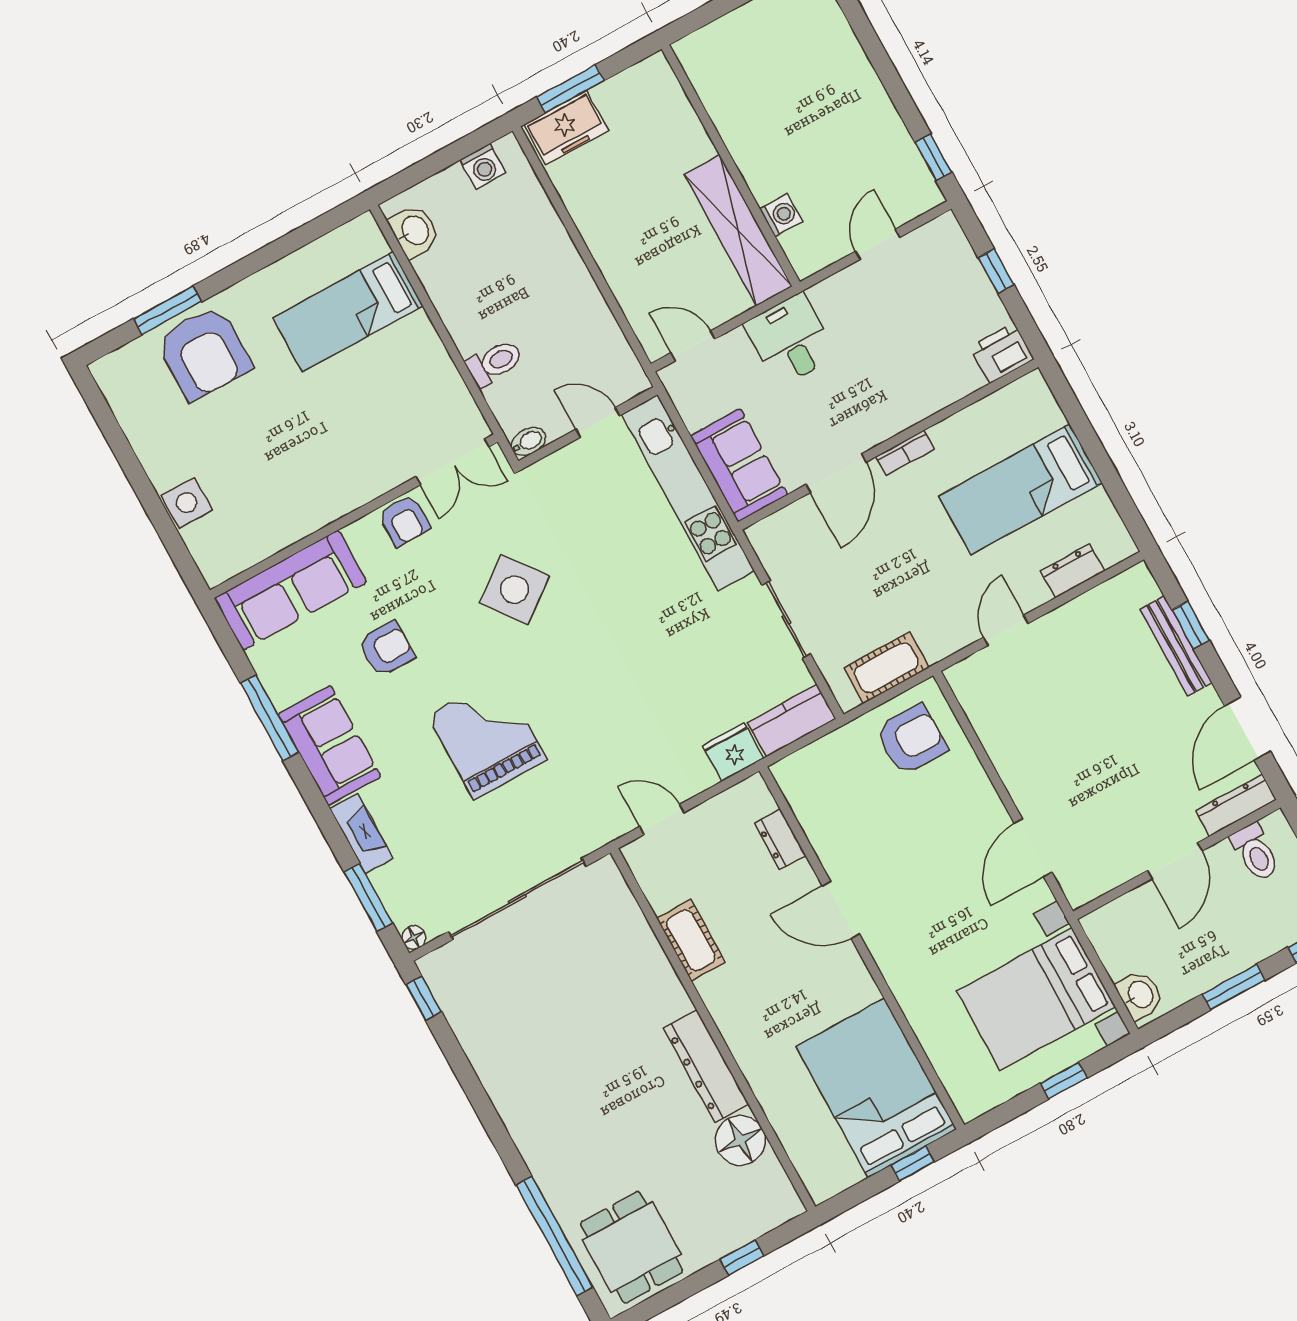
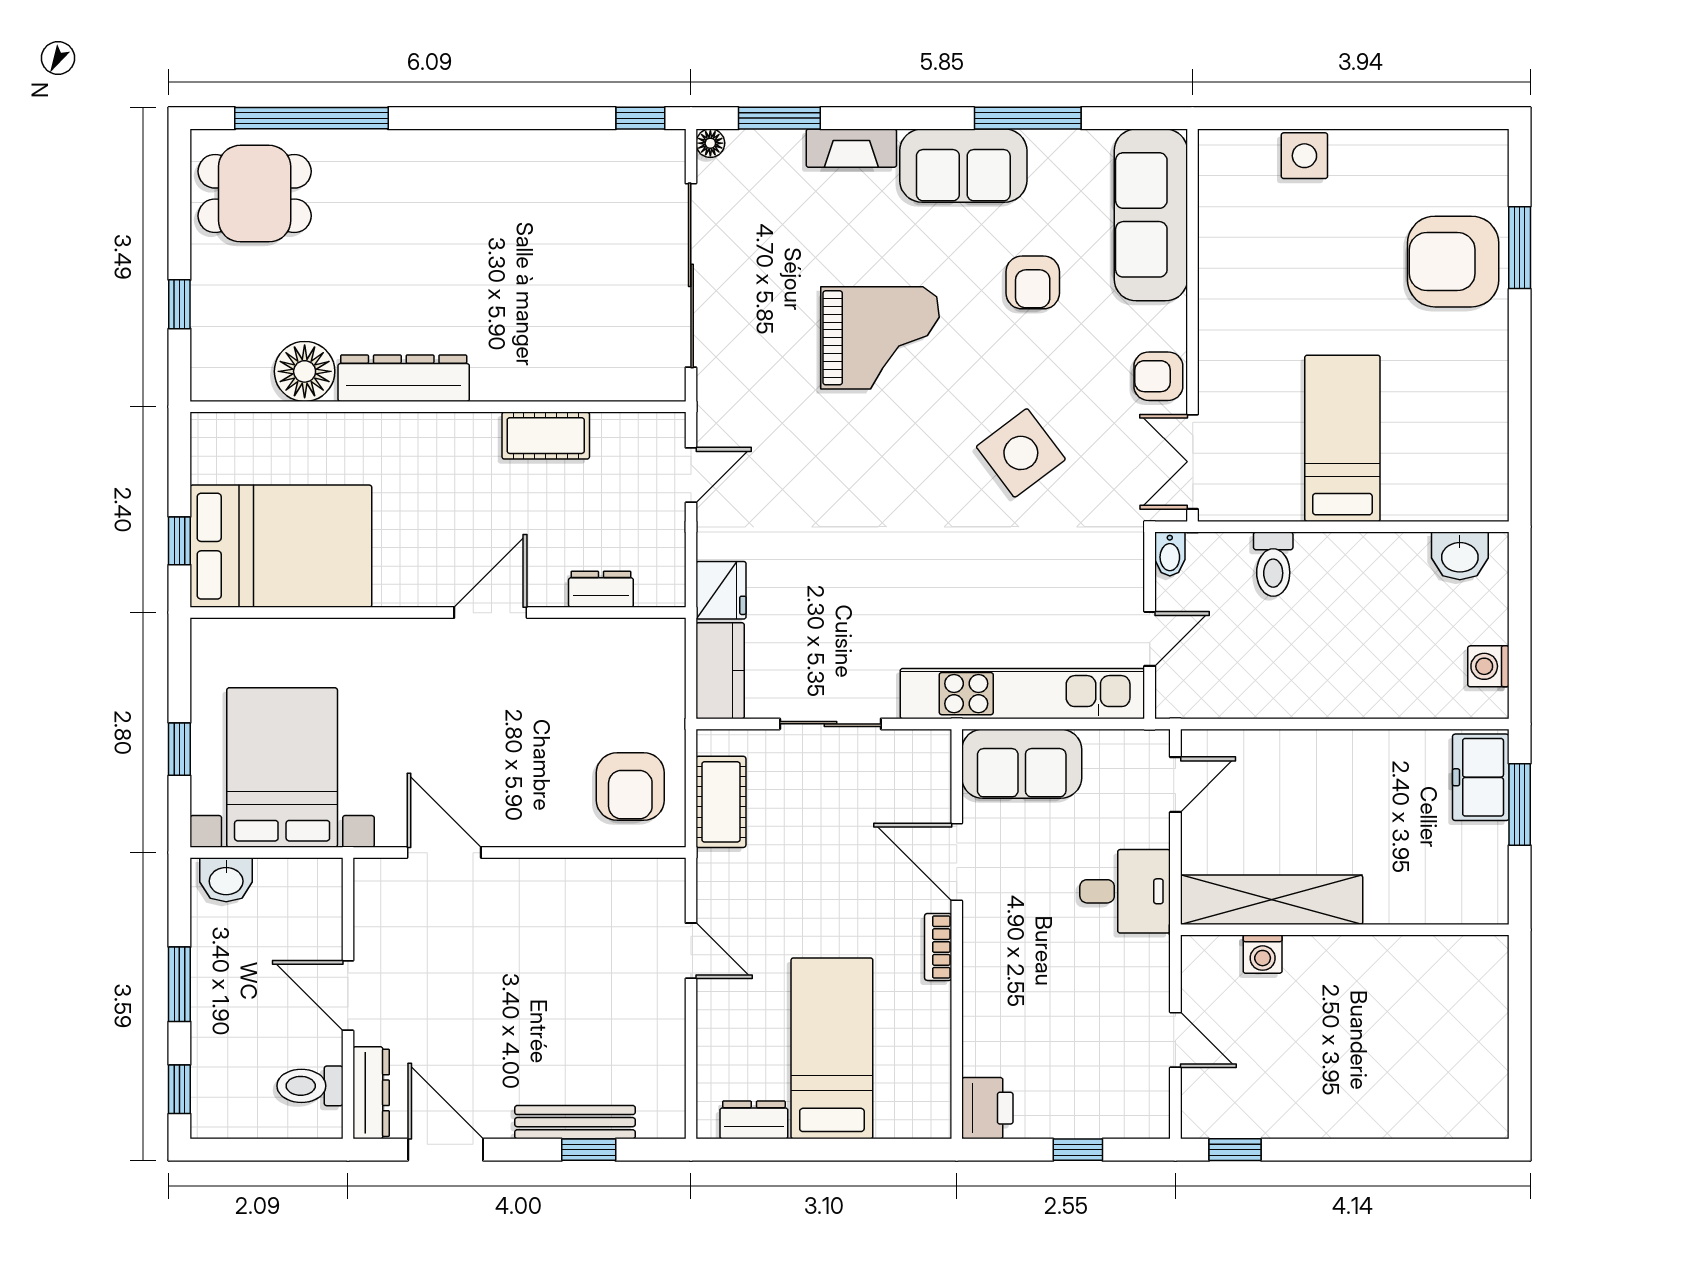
bed: (348, 312) -> (1342, 438), moved
dresser: (1073, 571) -> (754, 1120), moved, turned -90

